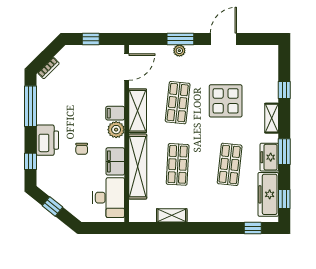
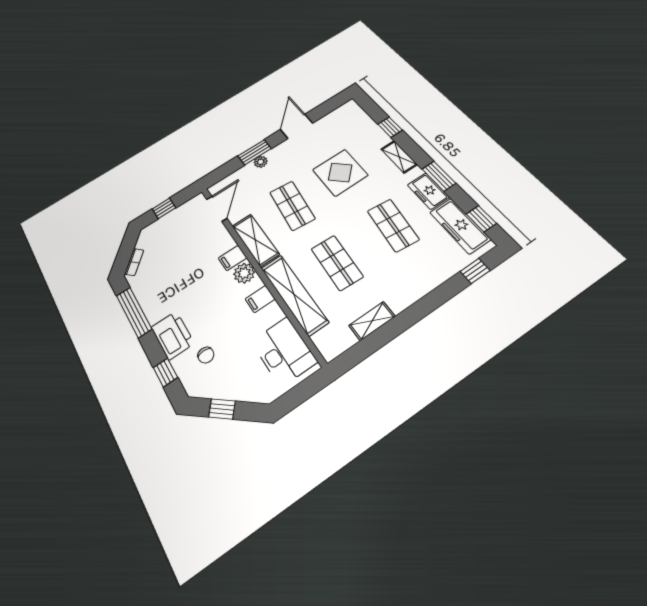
chair: (82, 149) -> (206, 355), moved
filing cabinet: (115, 161) -> (260, 299), width x0.50

